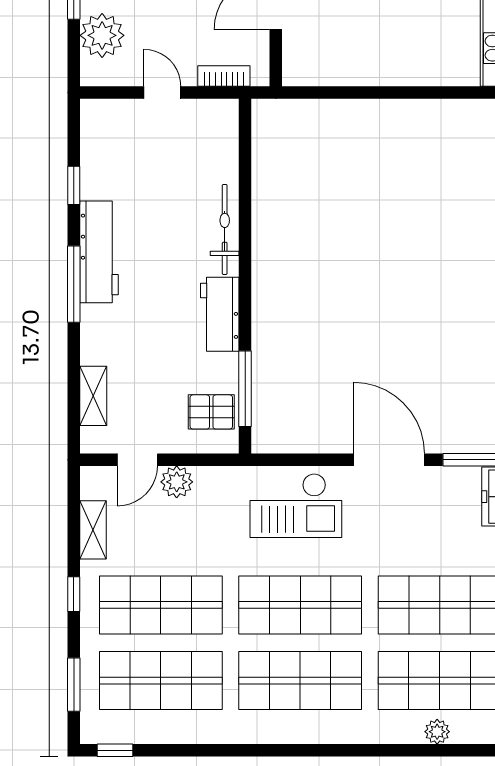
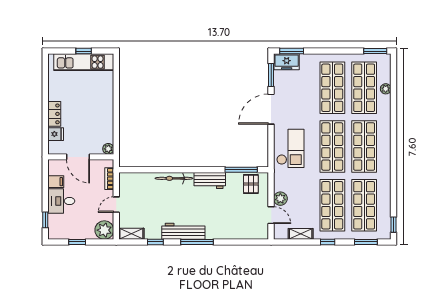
plant: (102, 35) -> (104, 230), moved
plant: (295, 74) -> (108, 149), added
shelving: (93, 396) -> (131, 234), moved

